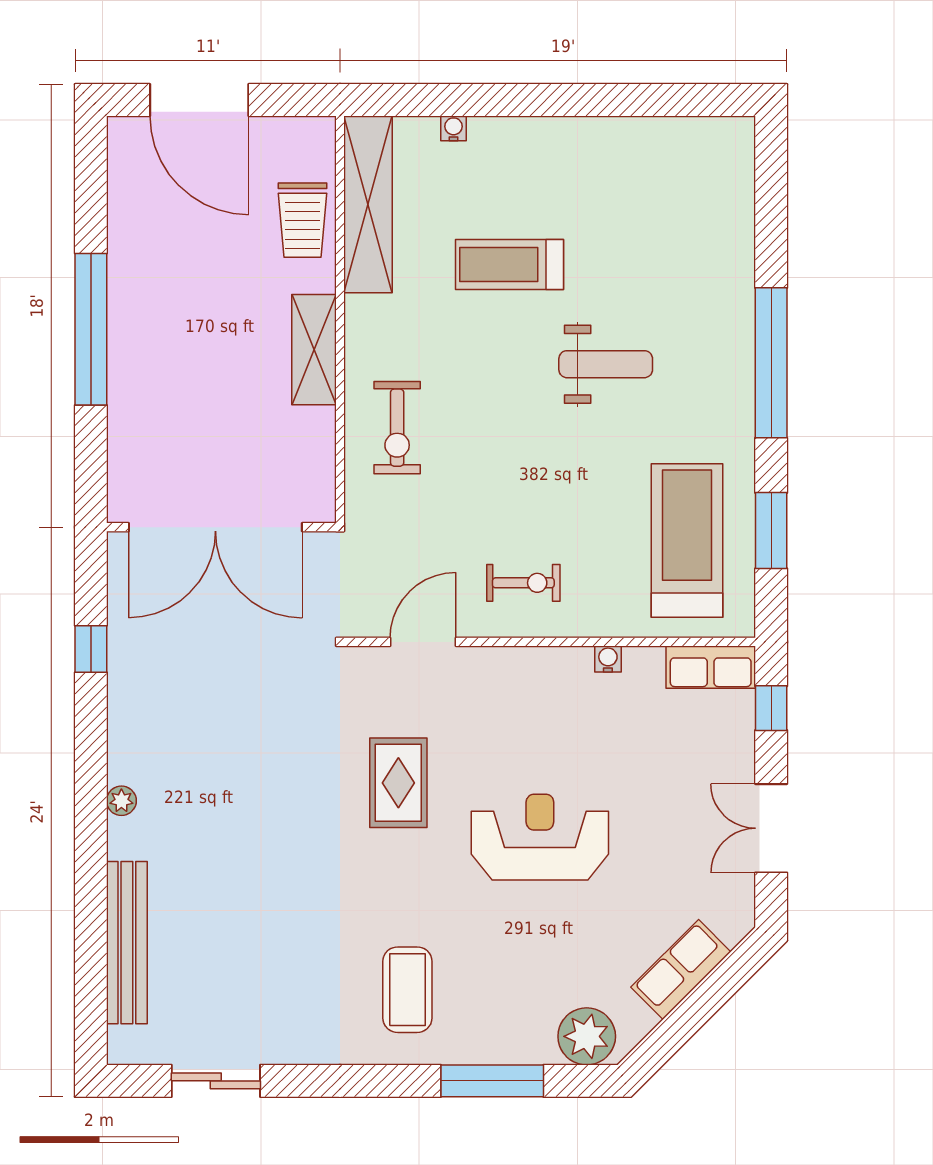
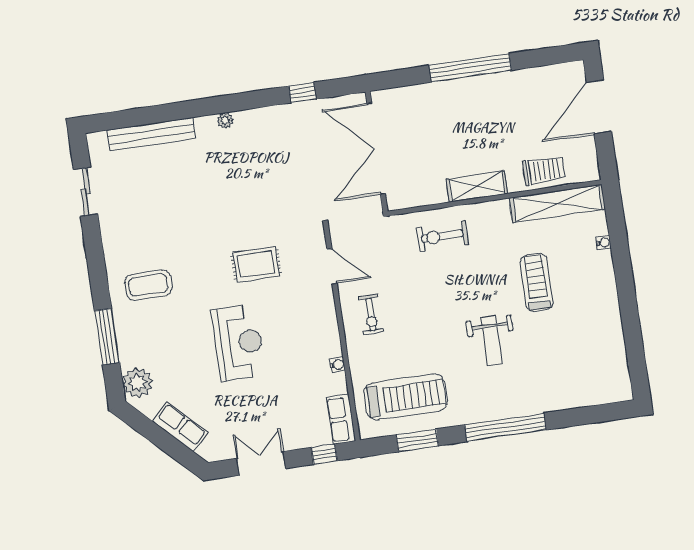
trolley: (303, 220) -> (544, 170), turned 180

